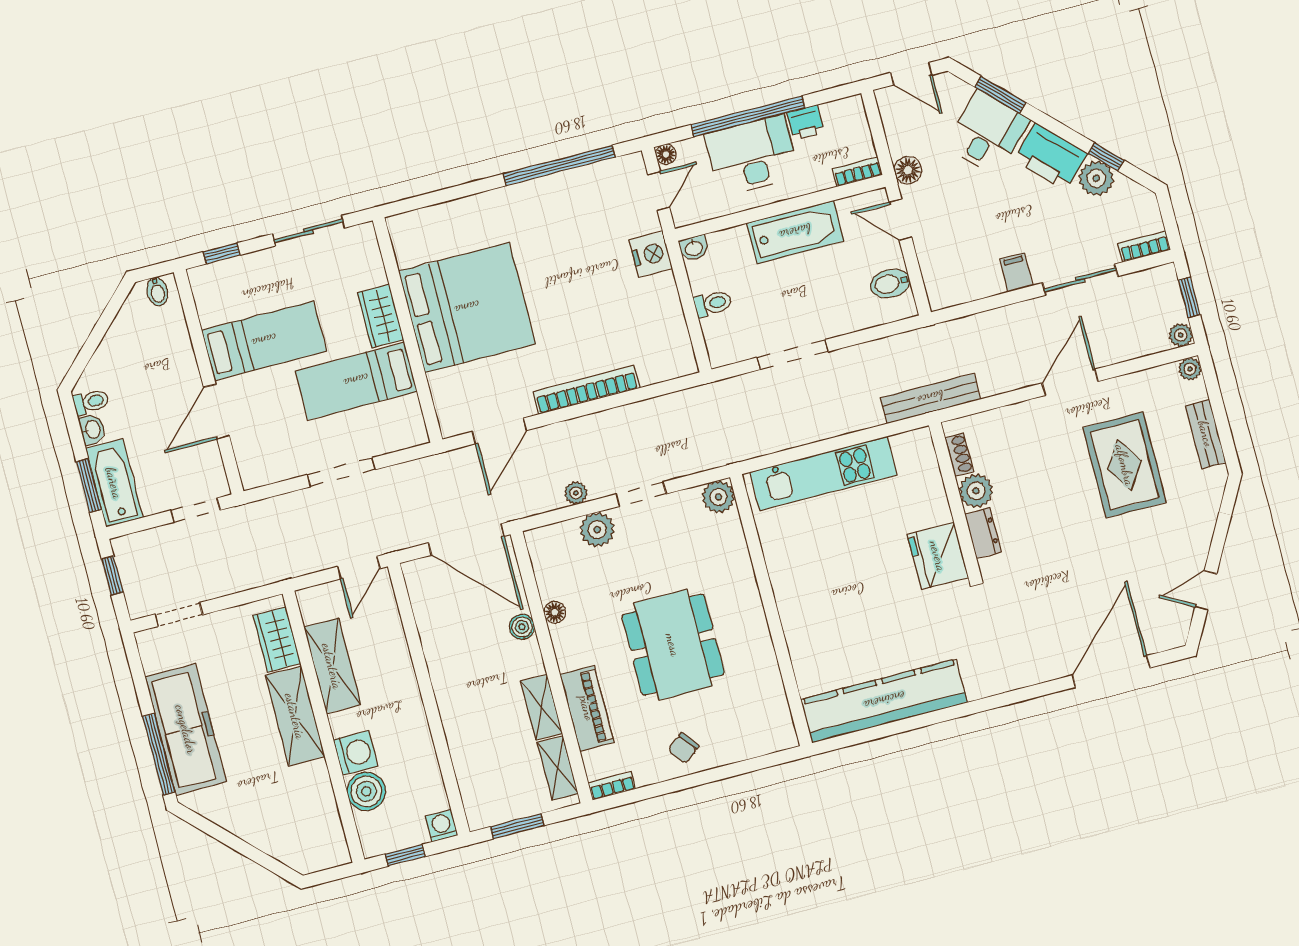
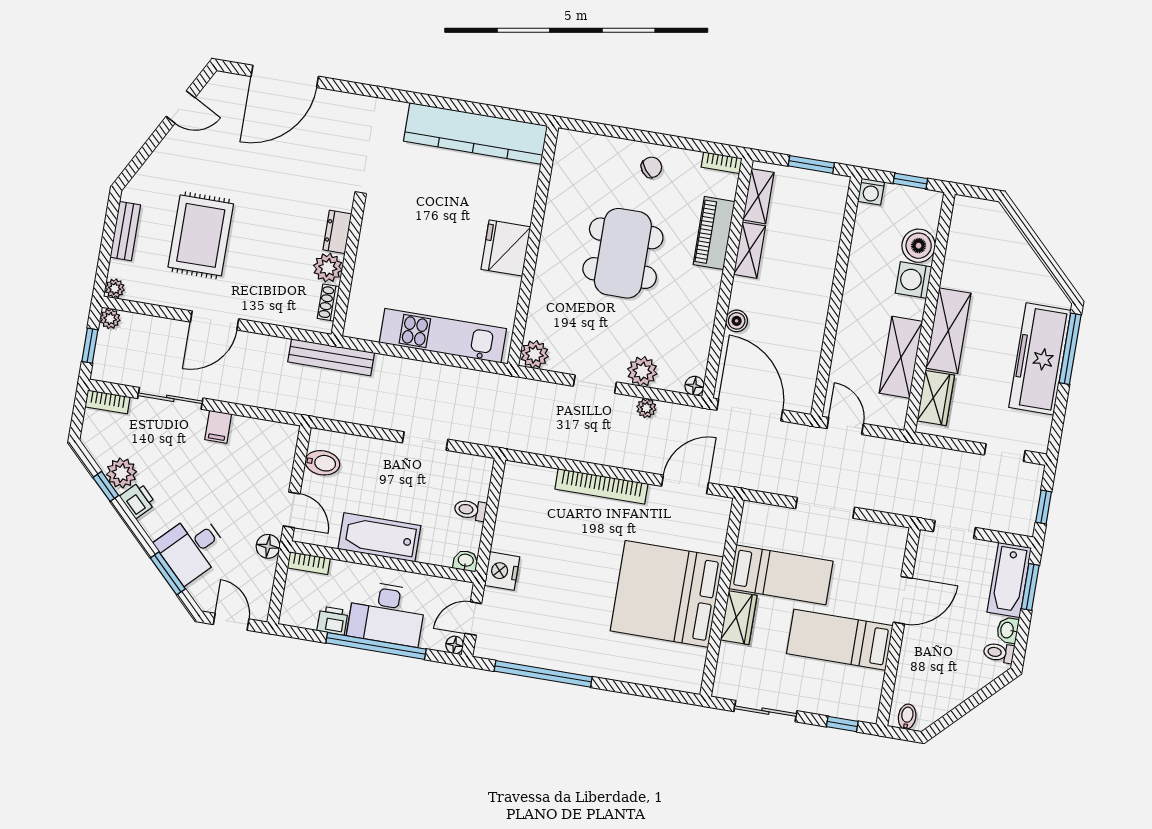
printer: (1051, 157) -> (138, 500), width x0.53, depth x0.68
doorway: (793, 355) -> (425, 441), width x0.73
fridge: (938, 556) -> (506, 248), moved, turned 180
door: (359, 568) -> (845, 426), hinge flipped
floor lamp: (555, 612) -> (694, 386), moved

